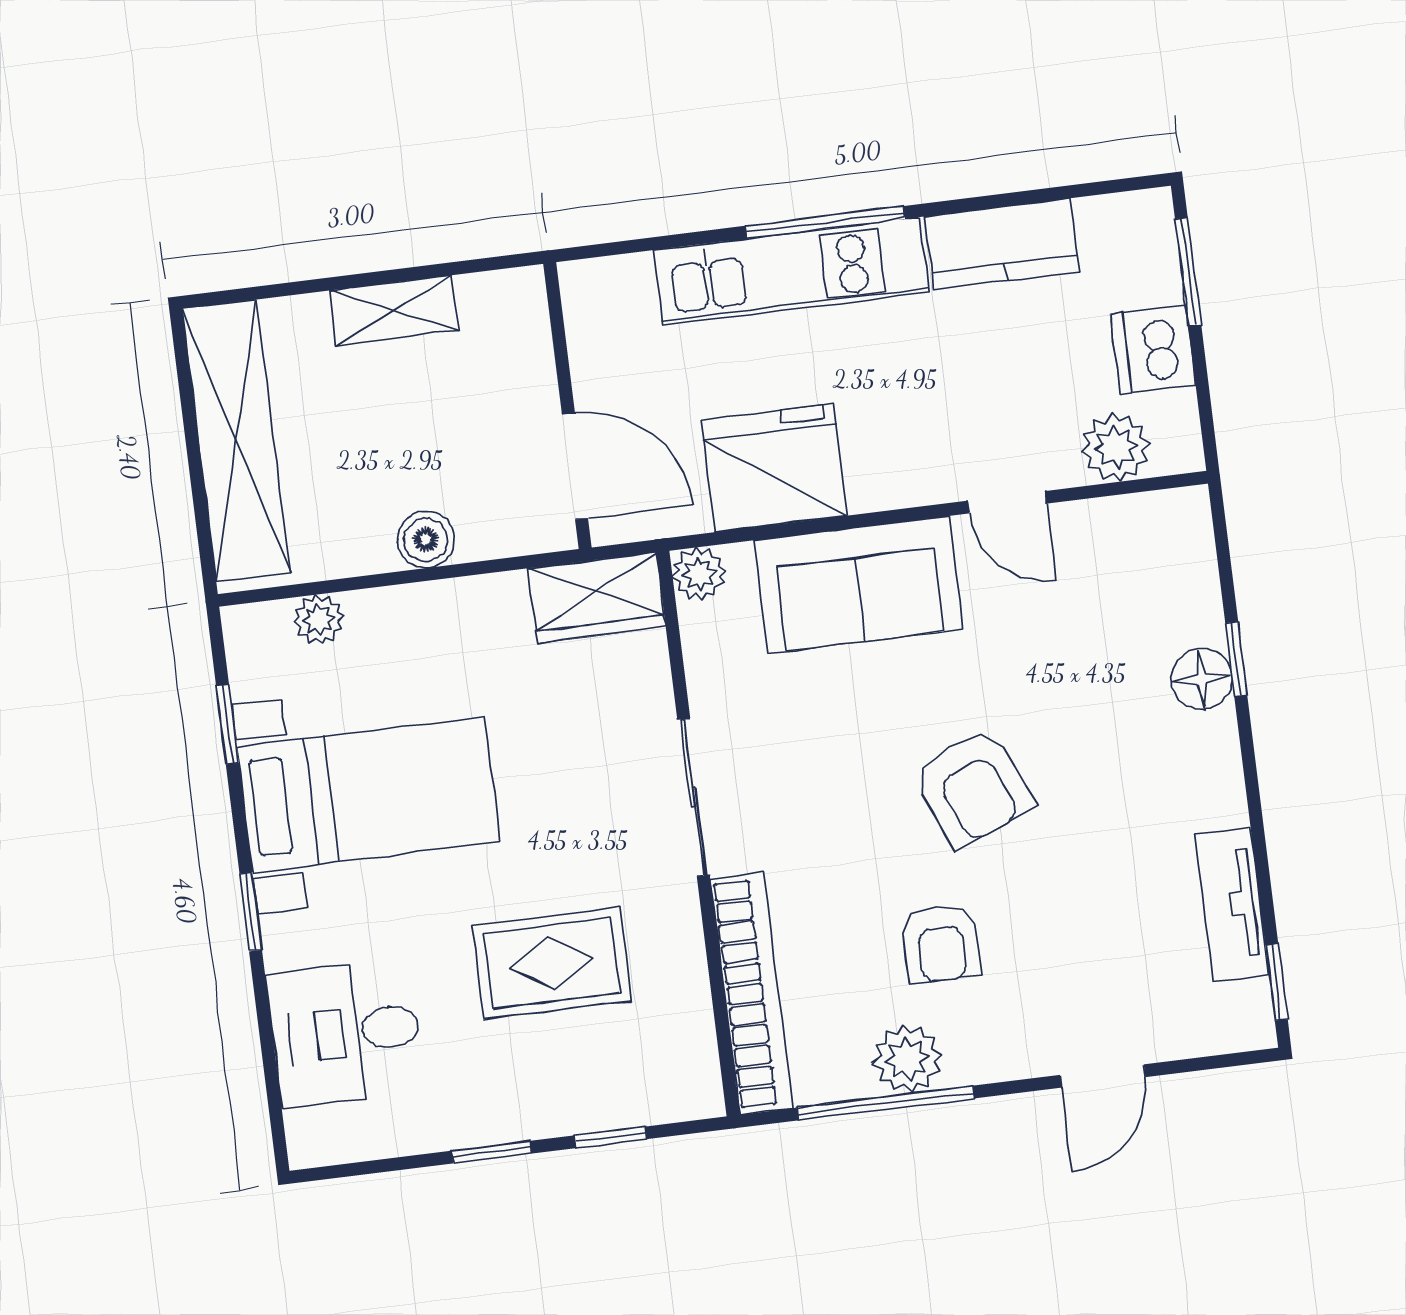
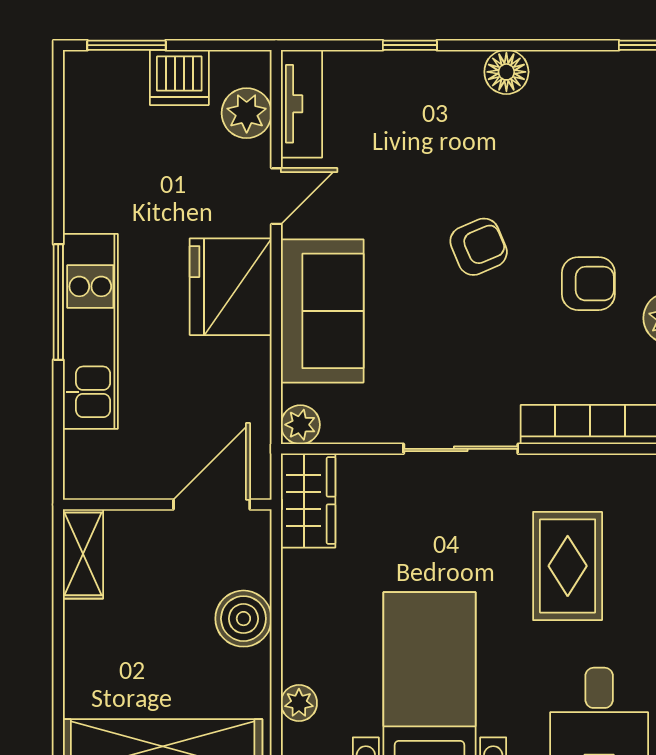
kitchen counter: (1002, 244) -> (90, 177), removed
shelving: (394, 310) -> (83, 554), moved
fridge: (774, 468) -> (231, 287), moved
boiler: (426, 540) -> (243, 619), width x1.36, depth x1.36
floor lamp: (1202, 679) -> (506, 72), moved
armchair: (973, 787) -> (479, 247), width x0.72, depth x0.72
tv unit: (1232, 904) -> (301, 104), moved, turned -90

